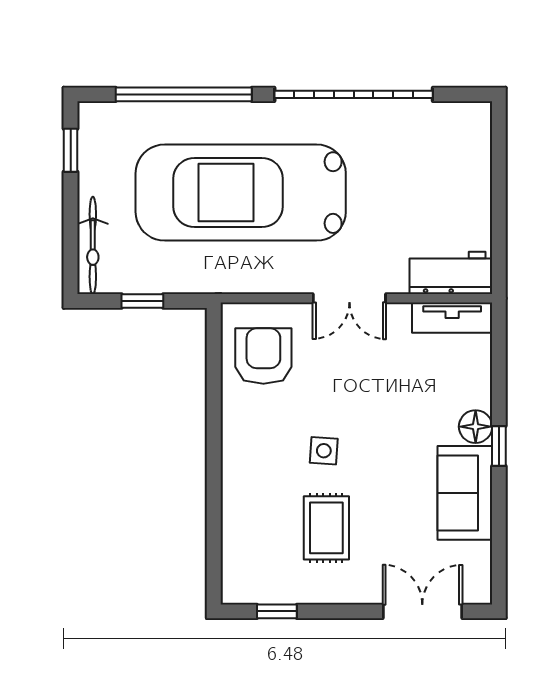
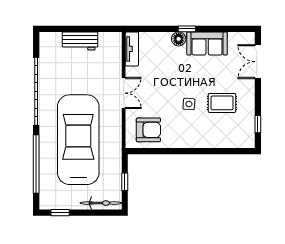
car: (241, 193) -> (78, 140), turned 180
workbench: (451, 273) -> (80, 41), moved, turned -90
armchair: (263, 356) -> (148, 130), turned 180

